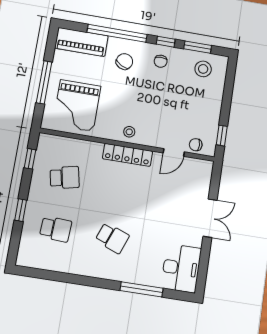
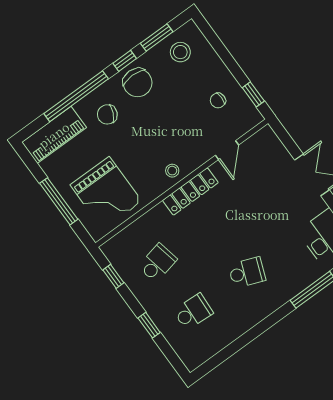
chair: (124, 61) -> (107, 114), turned -93
chair: (161, 61) -> (138, 83), width x1.87, depth x1.87
chair: (196, 145) -> (218, 100), moved

